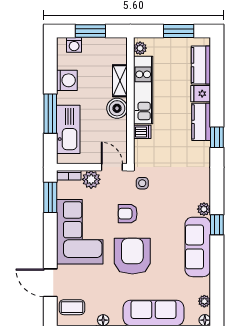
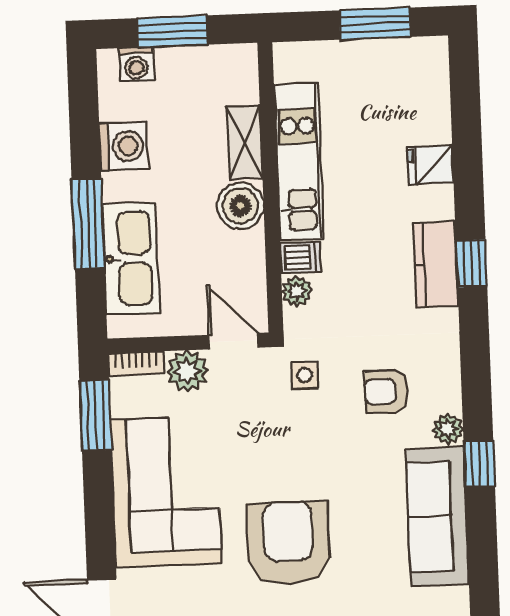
plant: (140, 48) -> (297, 291), moved
kitchen counter: (201, 65) -> (429, 99), removed
kitchen counter: (201, 122) -> (435, 264), moved
armchair: (128, 214) -> (386, 392), moved

